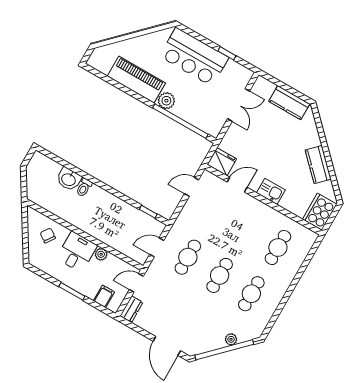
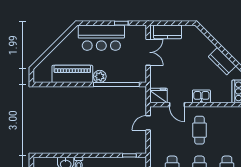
kitchen counter: (289, 103) -> (168, 32), moved
door: (237, 185) -> (177, 105), swing flipped
cafe table: (278, 247) -> (200, 130), moved

